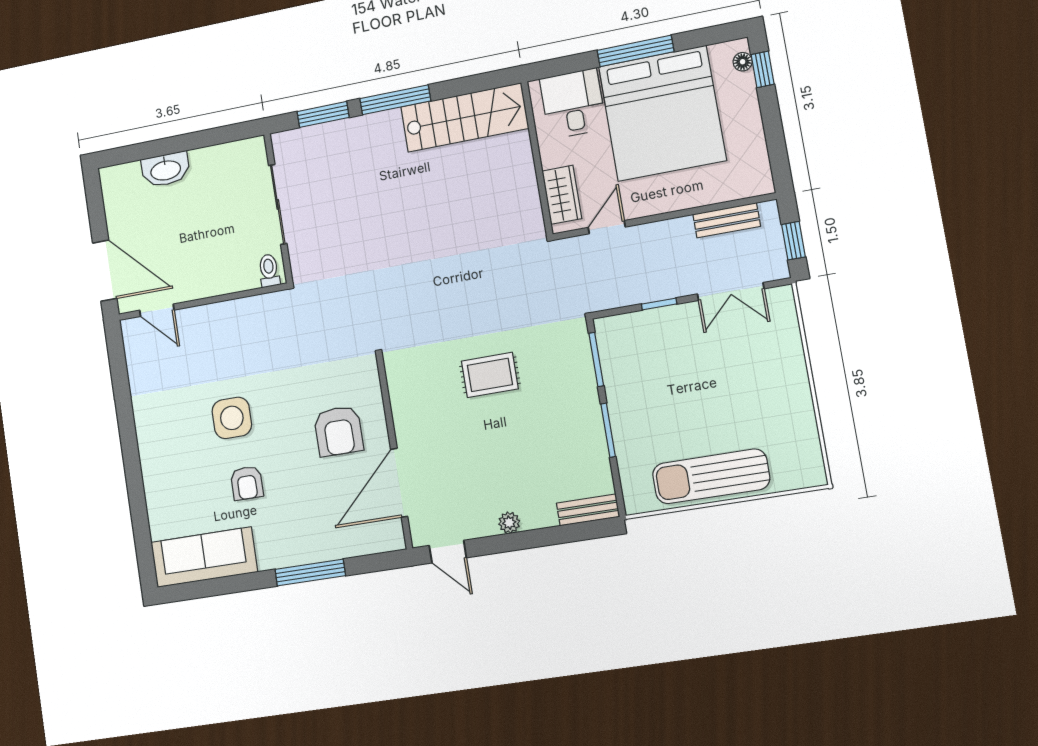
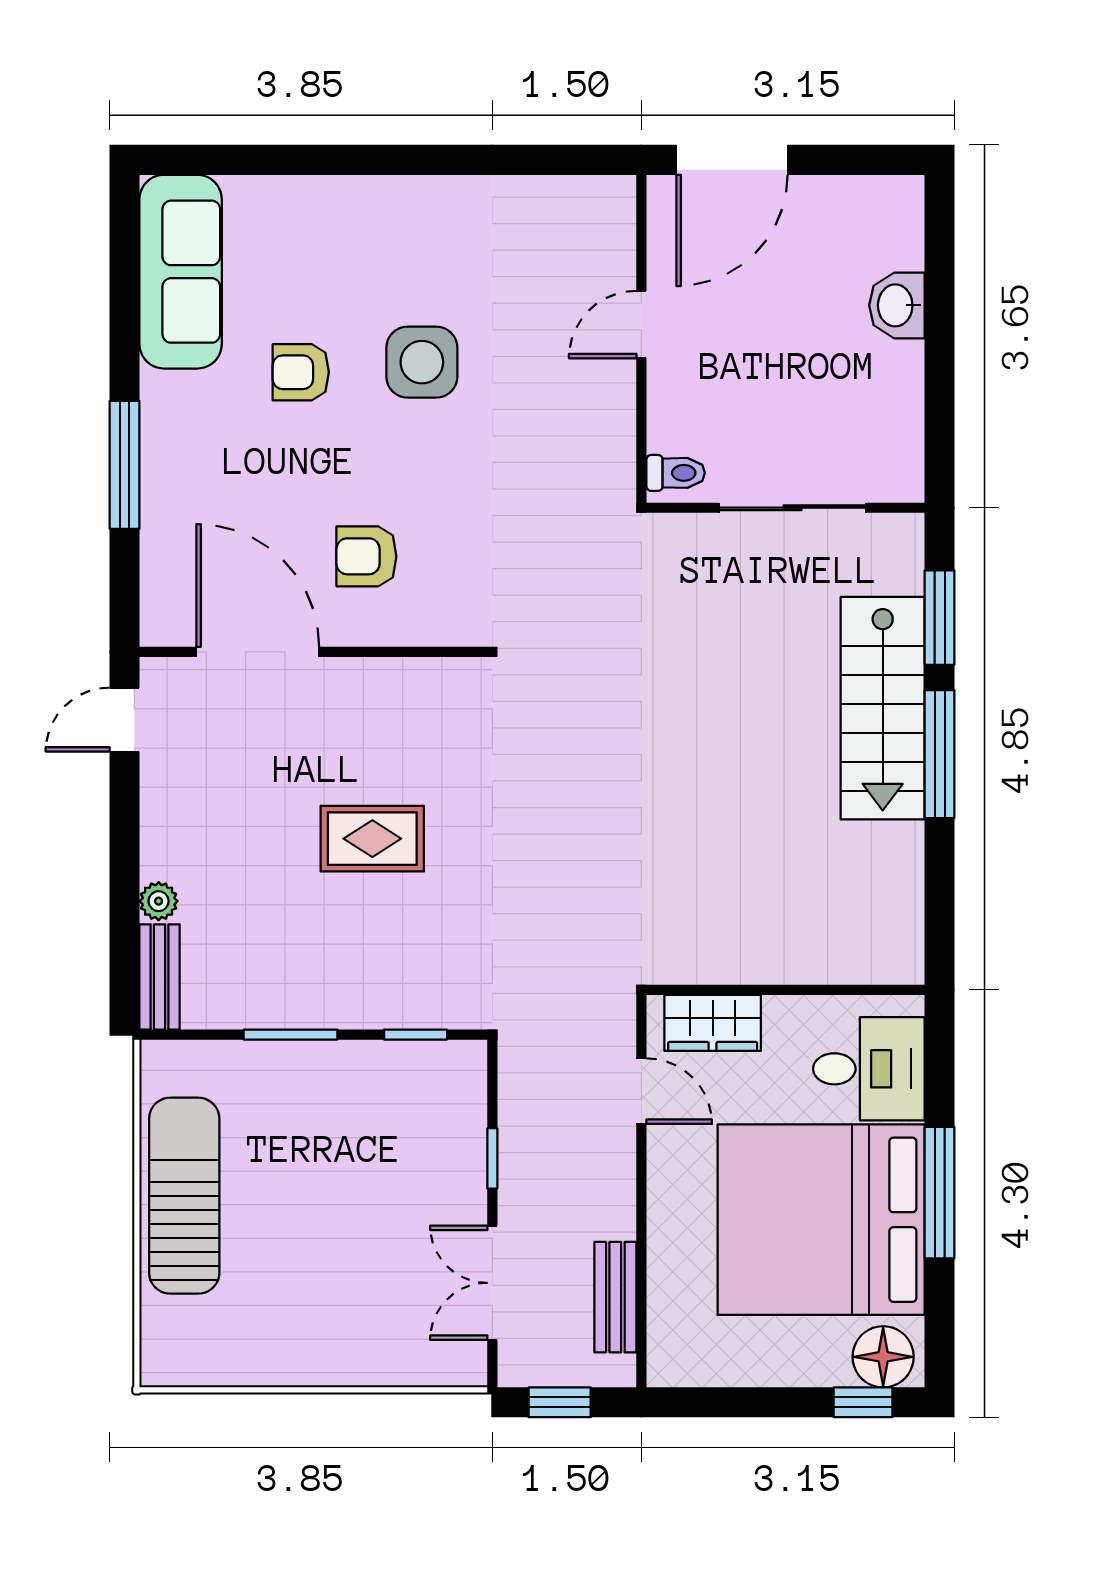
floor lamp: (743, 62) -> (883, 1357), width x1.89, depth x1.89
stairs: (464, 118) -> (883, 708), moved
washbasin: (166, 170) -> (897, 305), width x0.72
door: (157, 310) -> (641, 325), moved
window: (596, 359) -> (416, 1035), width x0.67
rug: (490, 375) -> (372, 839), moved, turned 90
armchair: (339, 431) -> (366, 556), width x0.72, depth x0.72
plant: (509, 523) -> (159, 901), moved

